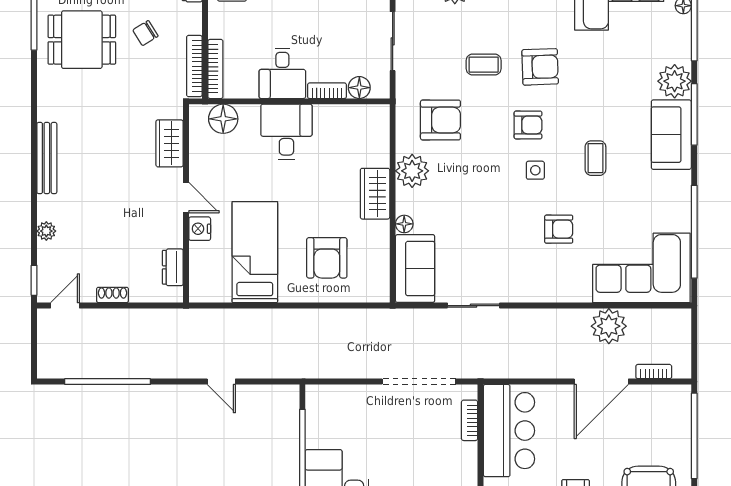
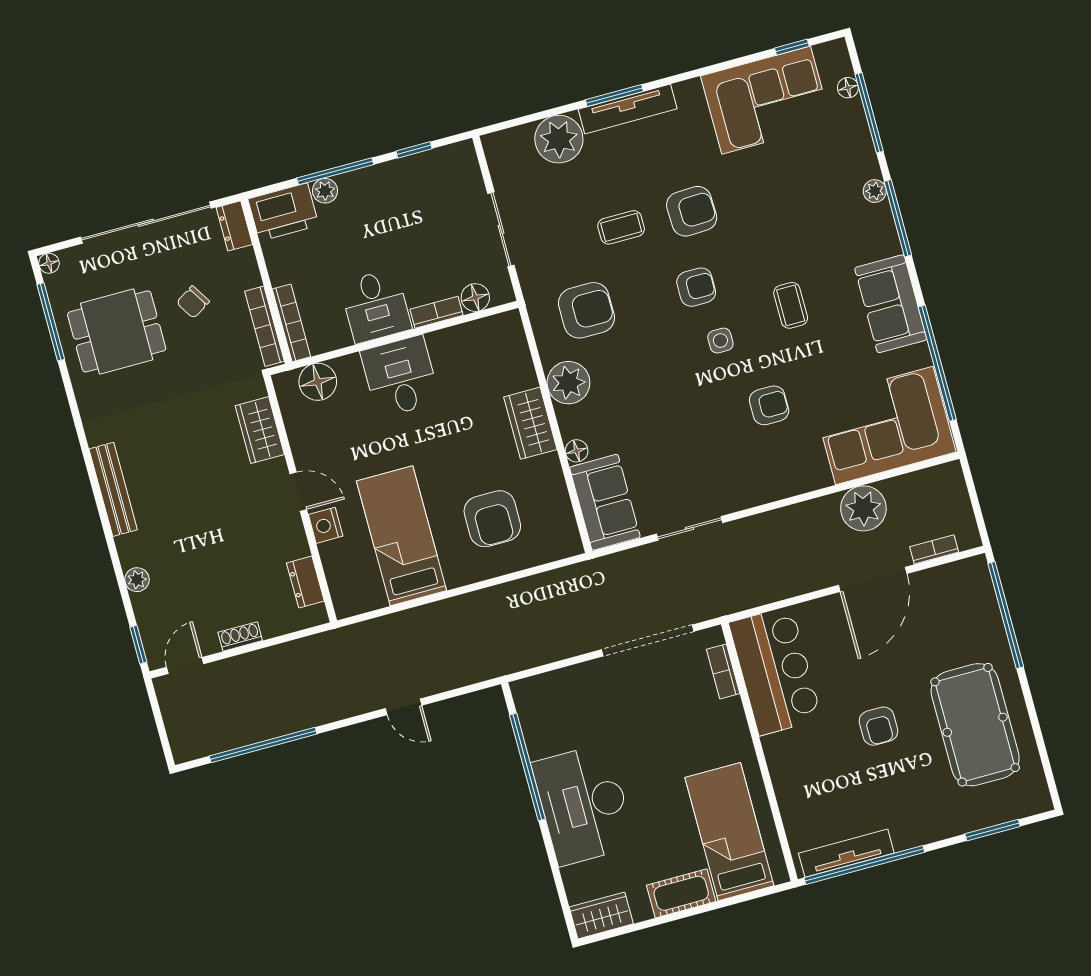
plant: (675, 81) -> (875, 191), width x0.53, depth x0.53
sofa: (671, 135) -> (891, 304), moved

